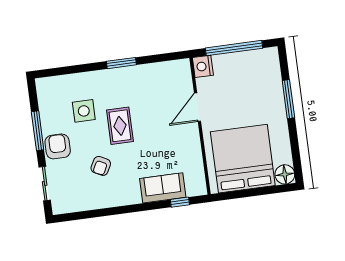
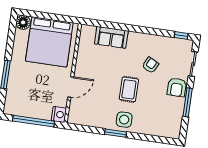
side table: (84, 111) -> (124, 120), moved
window: (180, 202) -> (181, 35), moved

